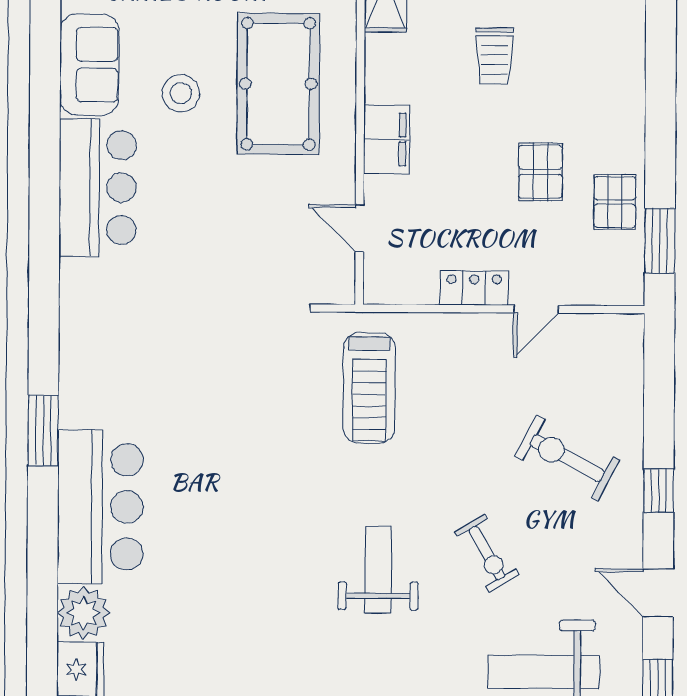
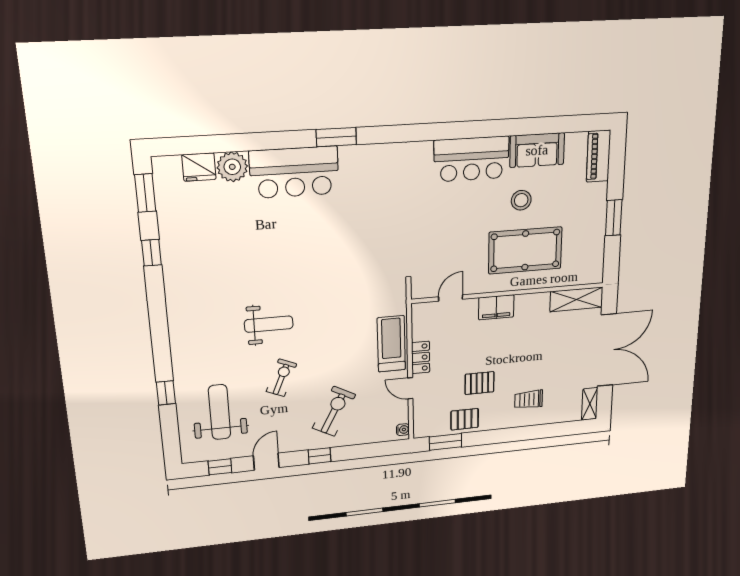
trolley: (494, 56) -> (529, 399), moved
water cooler: (622, 326) -> (403, 430), added
treadmill: (369, 388) -> (391, 344), moved, turned 90
exercise bike: (487, 553) -> (282, 378), turned 143

